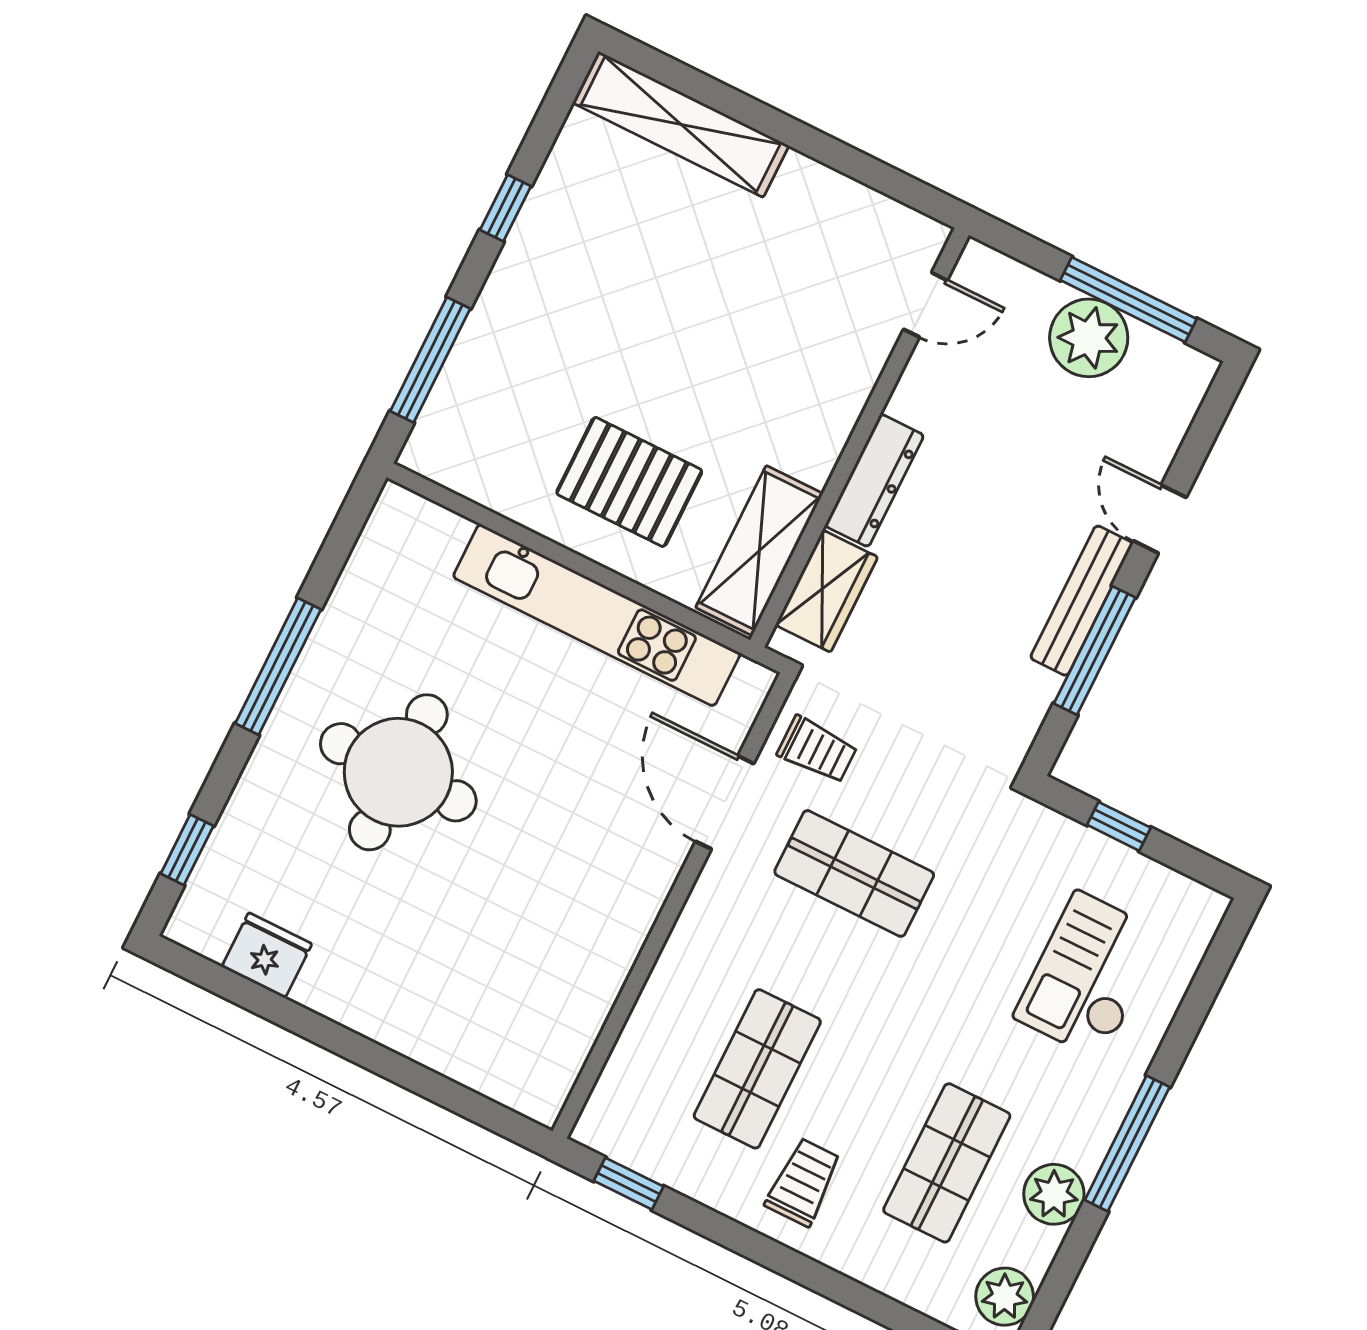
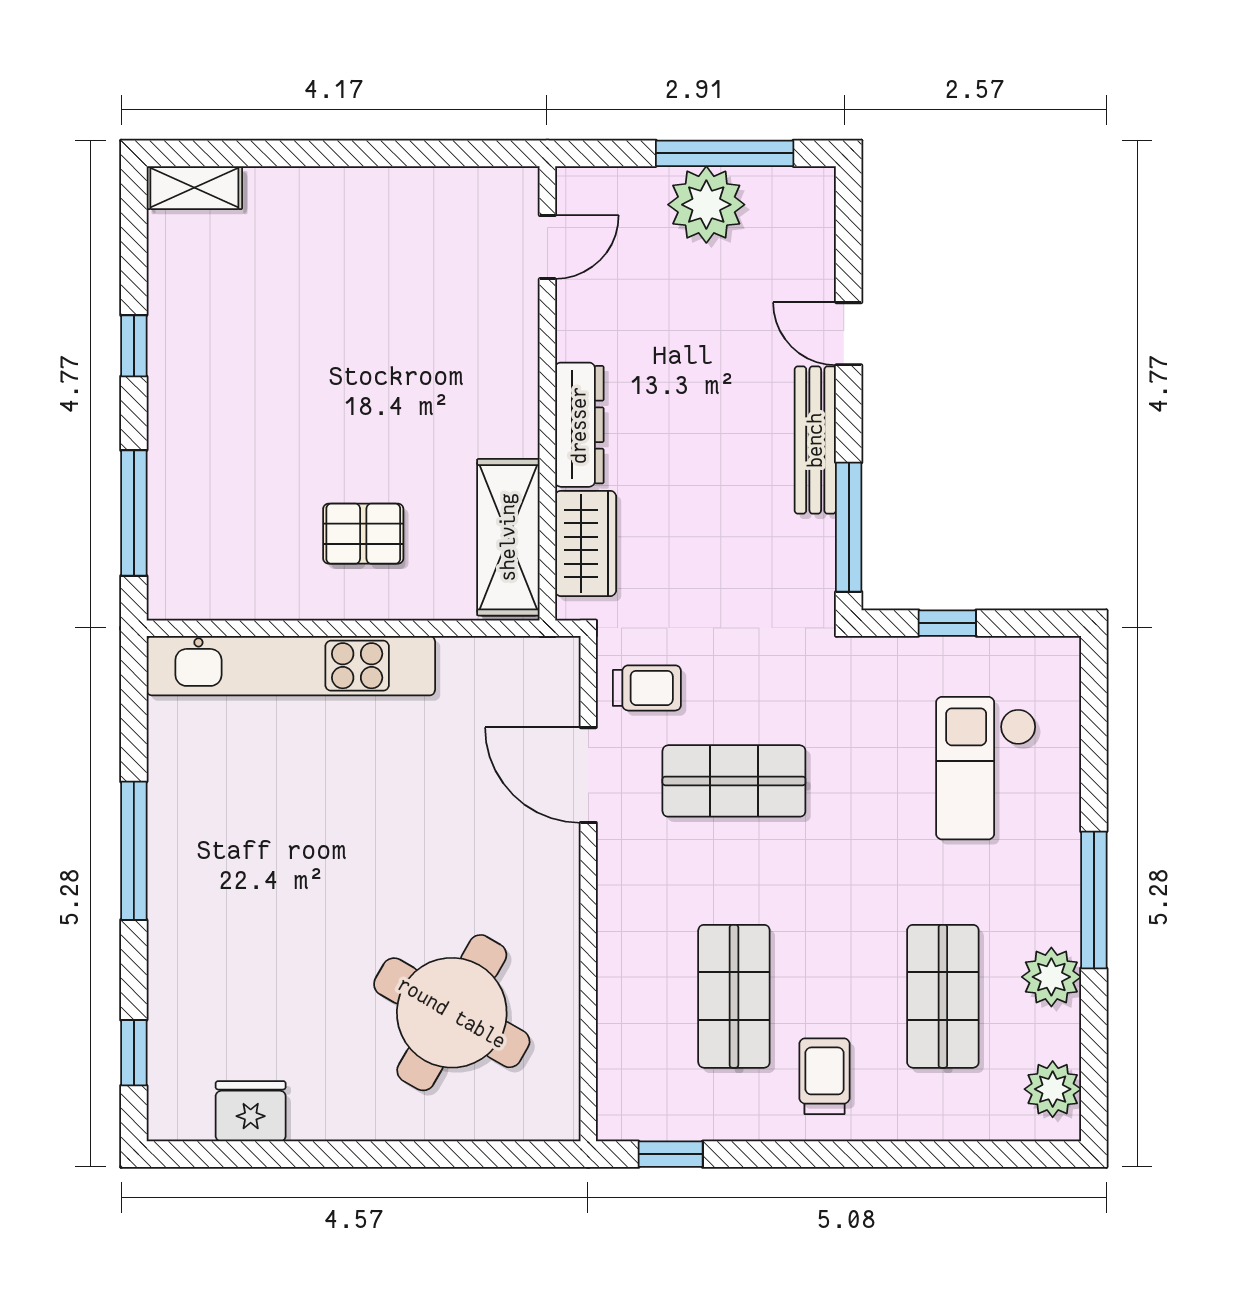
shelving: (681, 124) -> (194, 188), width x0.45, depth x0.75
pallet: (629, 482) -> (363, 534), width x0.67, depth x0.71
kitchen unit: (597, 615) -> (291, 666), moved
window: (1095, 650) -> (849, 527), moved
round table: (398, 772) -> (452, 1013), moved, turned 30

